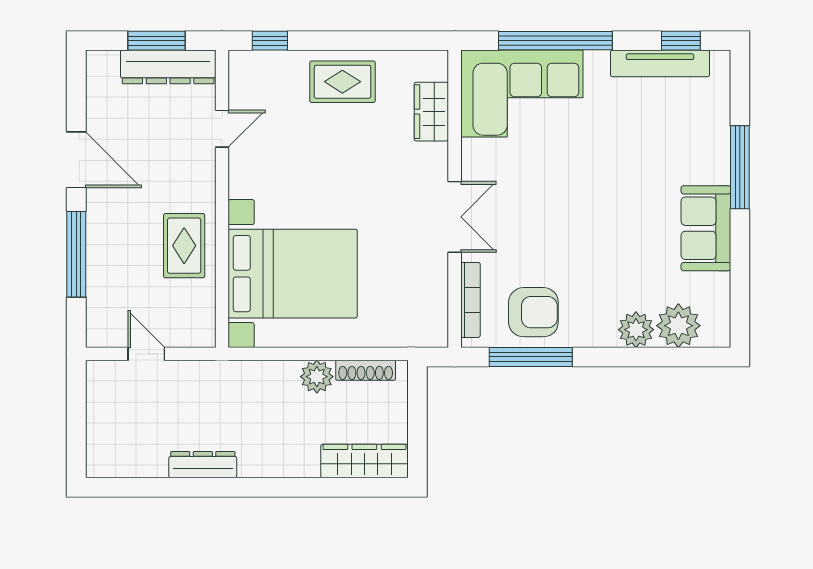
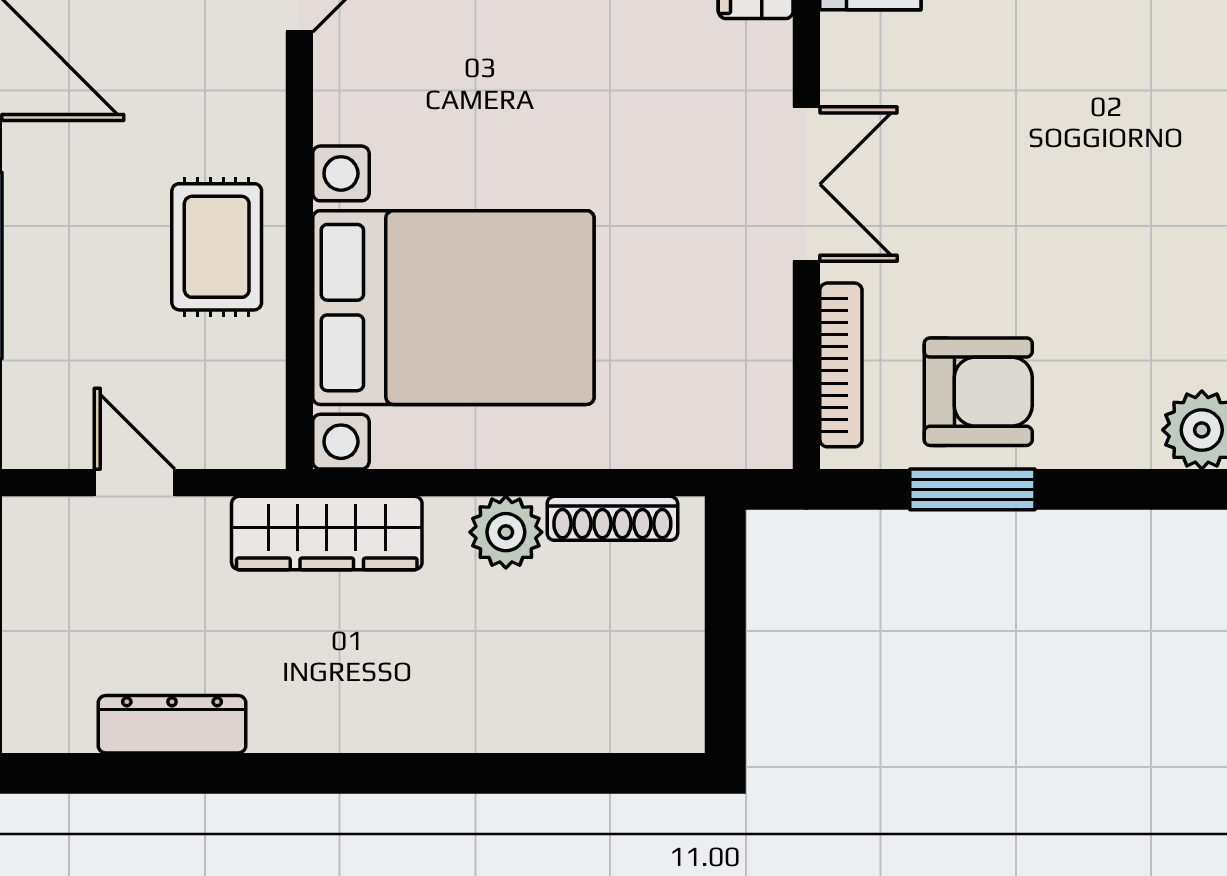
window: (531, 357) -> (972, 489), width x0.69
wardrobe: (364, 461) -> (327, 533), moved, turned 180
dresser: (203, 465) -> (172, 724), moved

